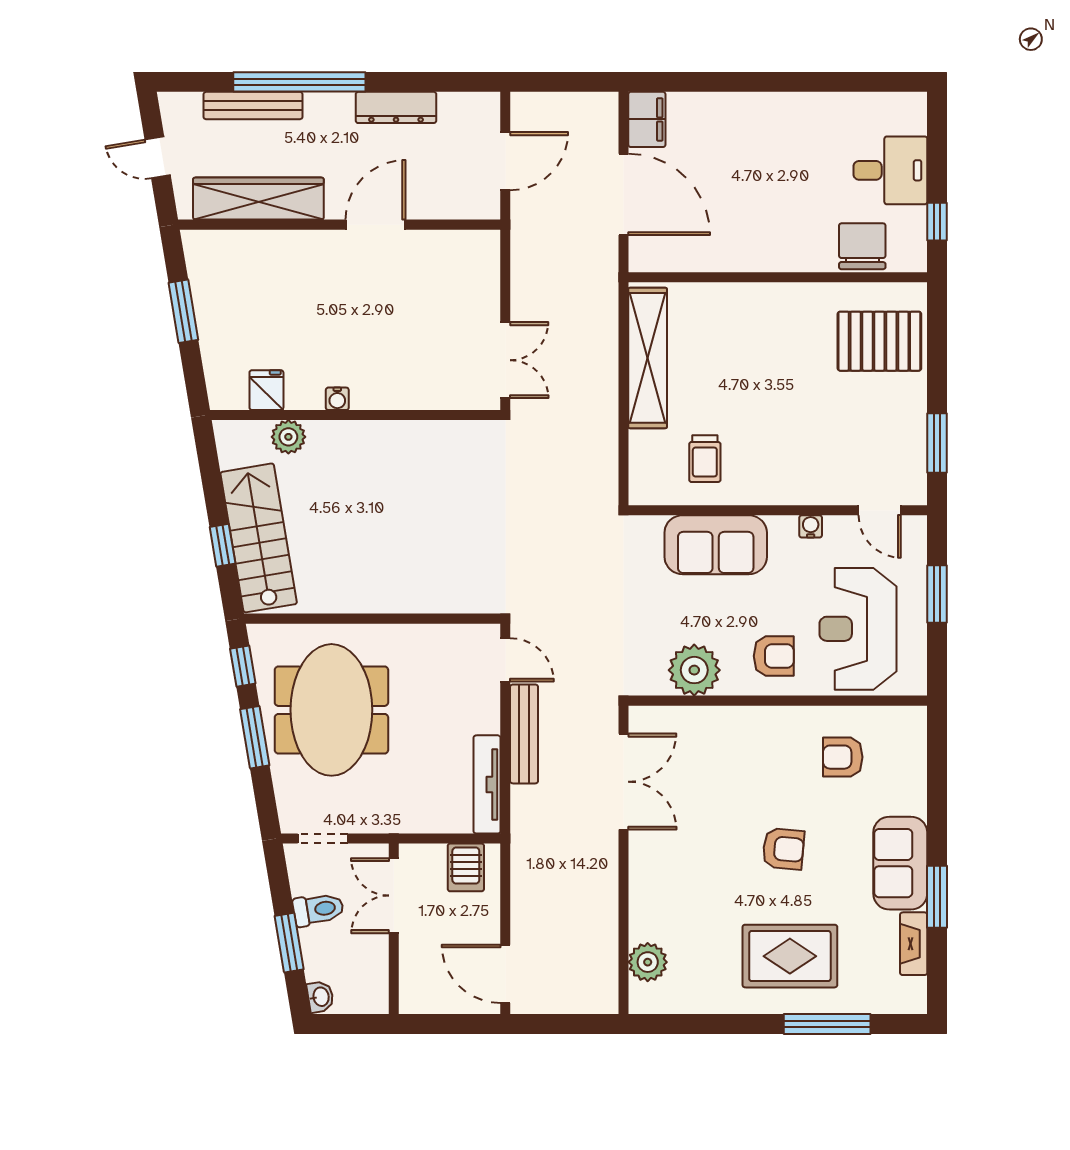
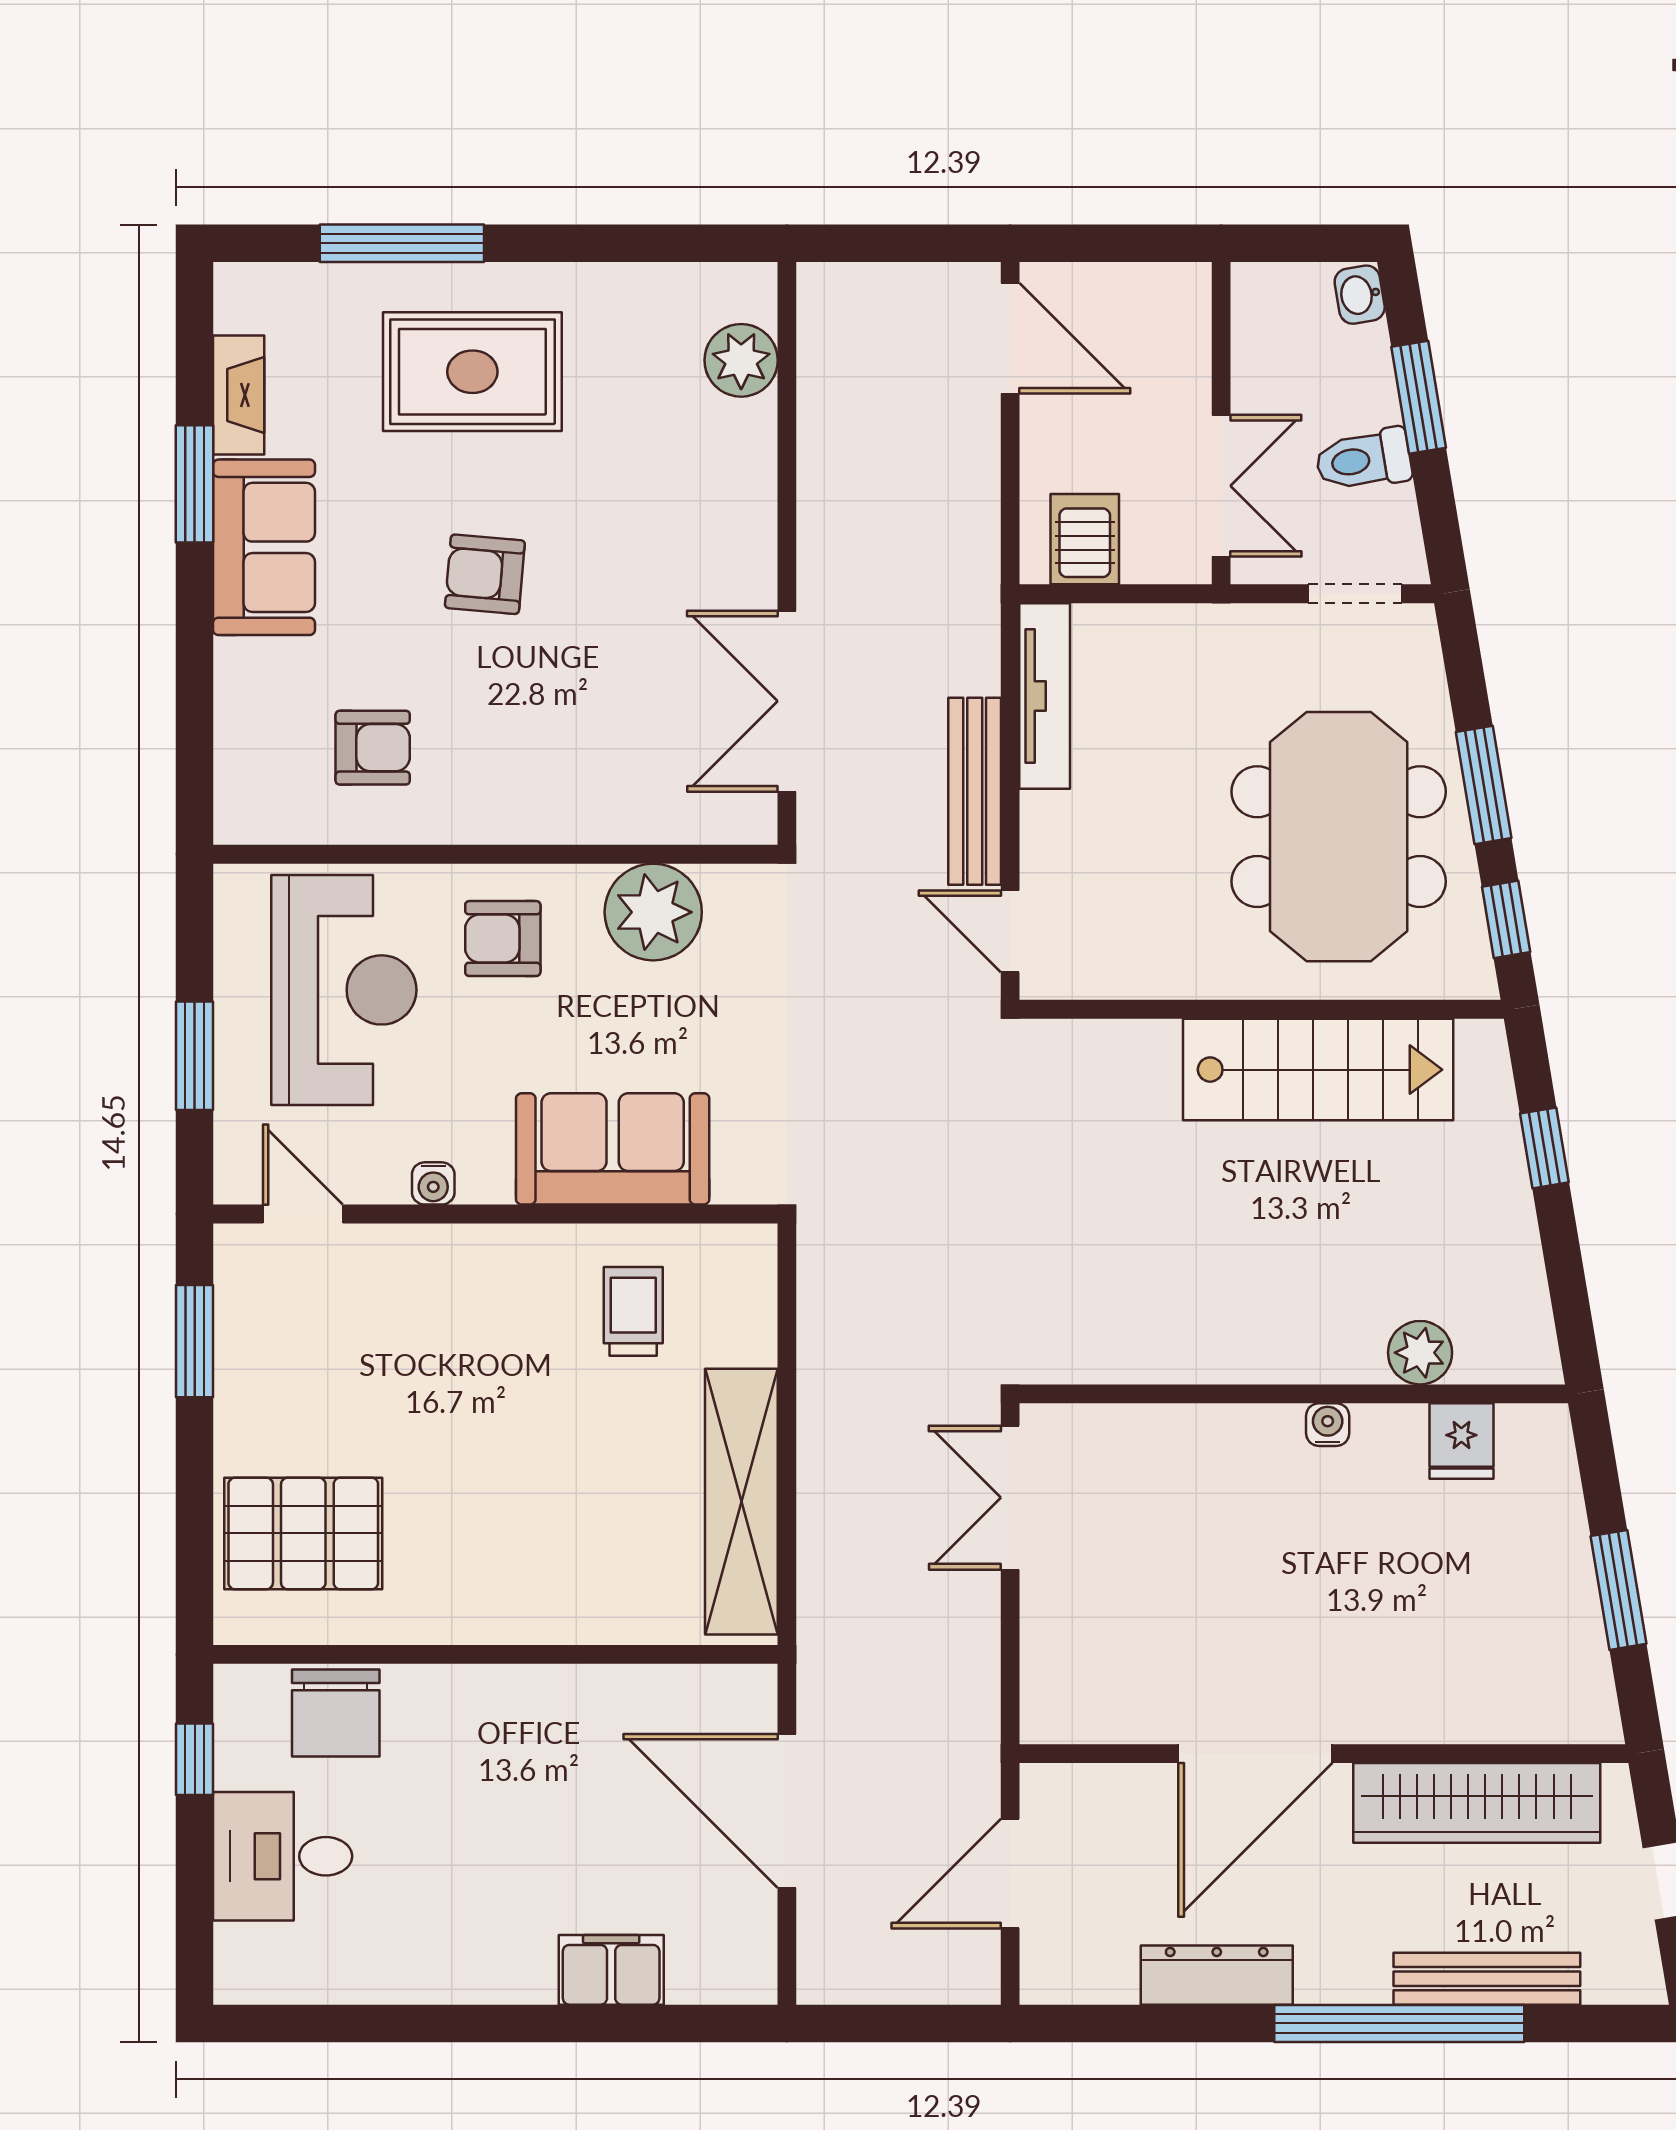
filing cabinet: (647, 119) -> (611, 1970), moved, turned 90
door: (376, 225) -> (1255, 1754), width x1.36
stairs: (259, 538) -> (1318, 1070), moved, turned -80

